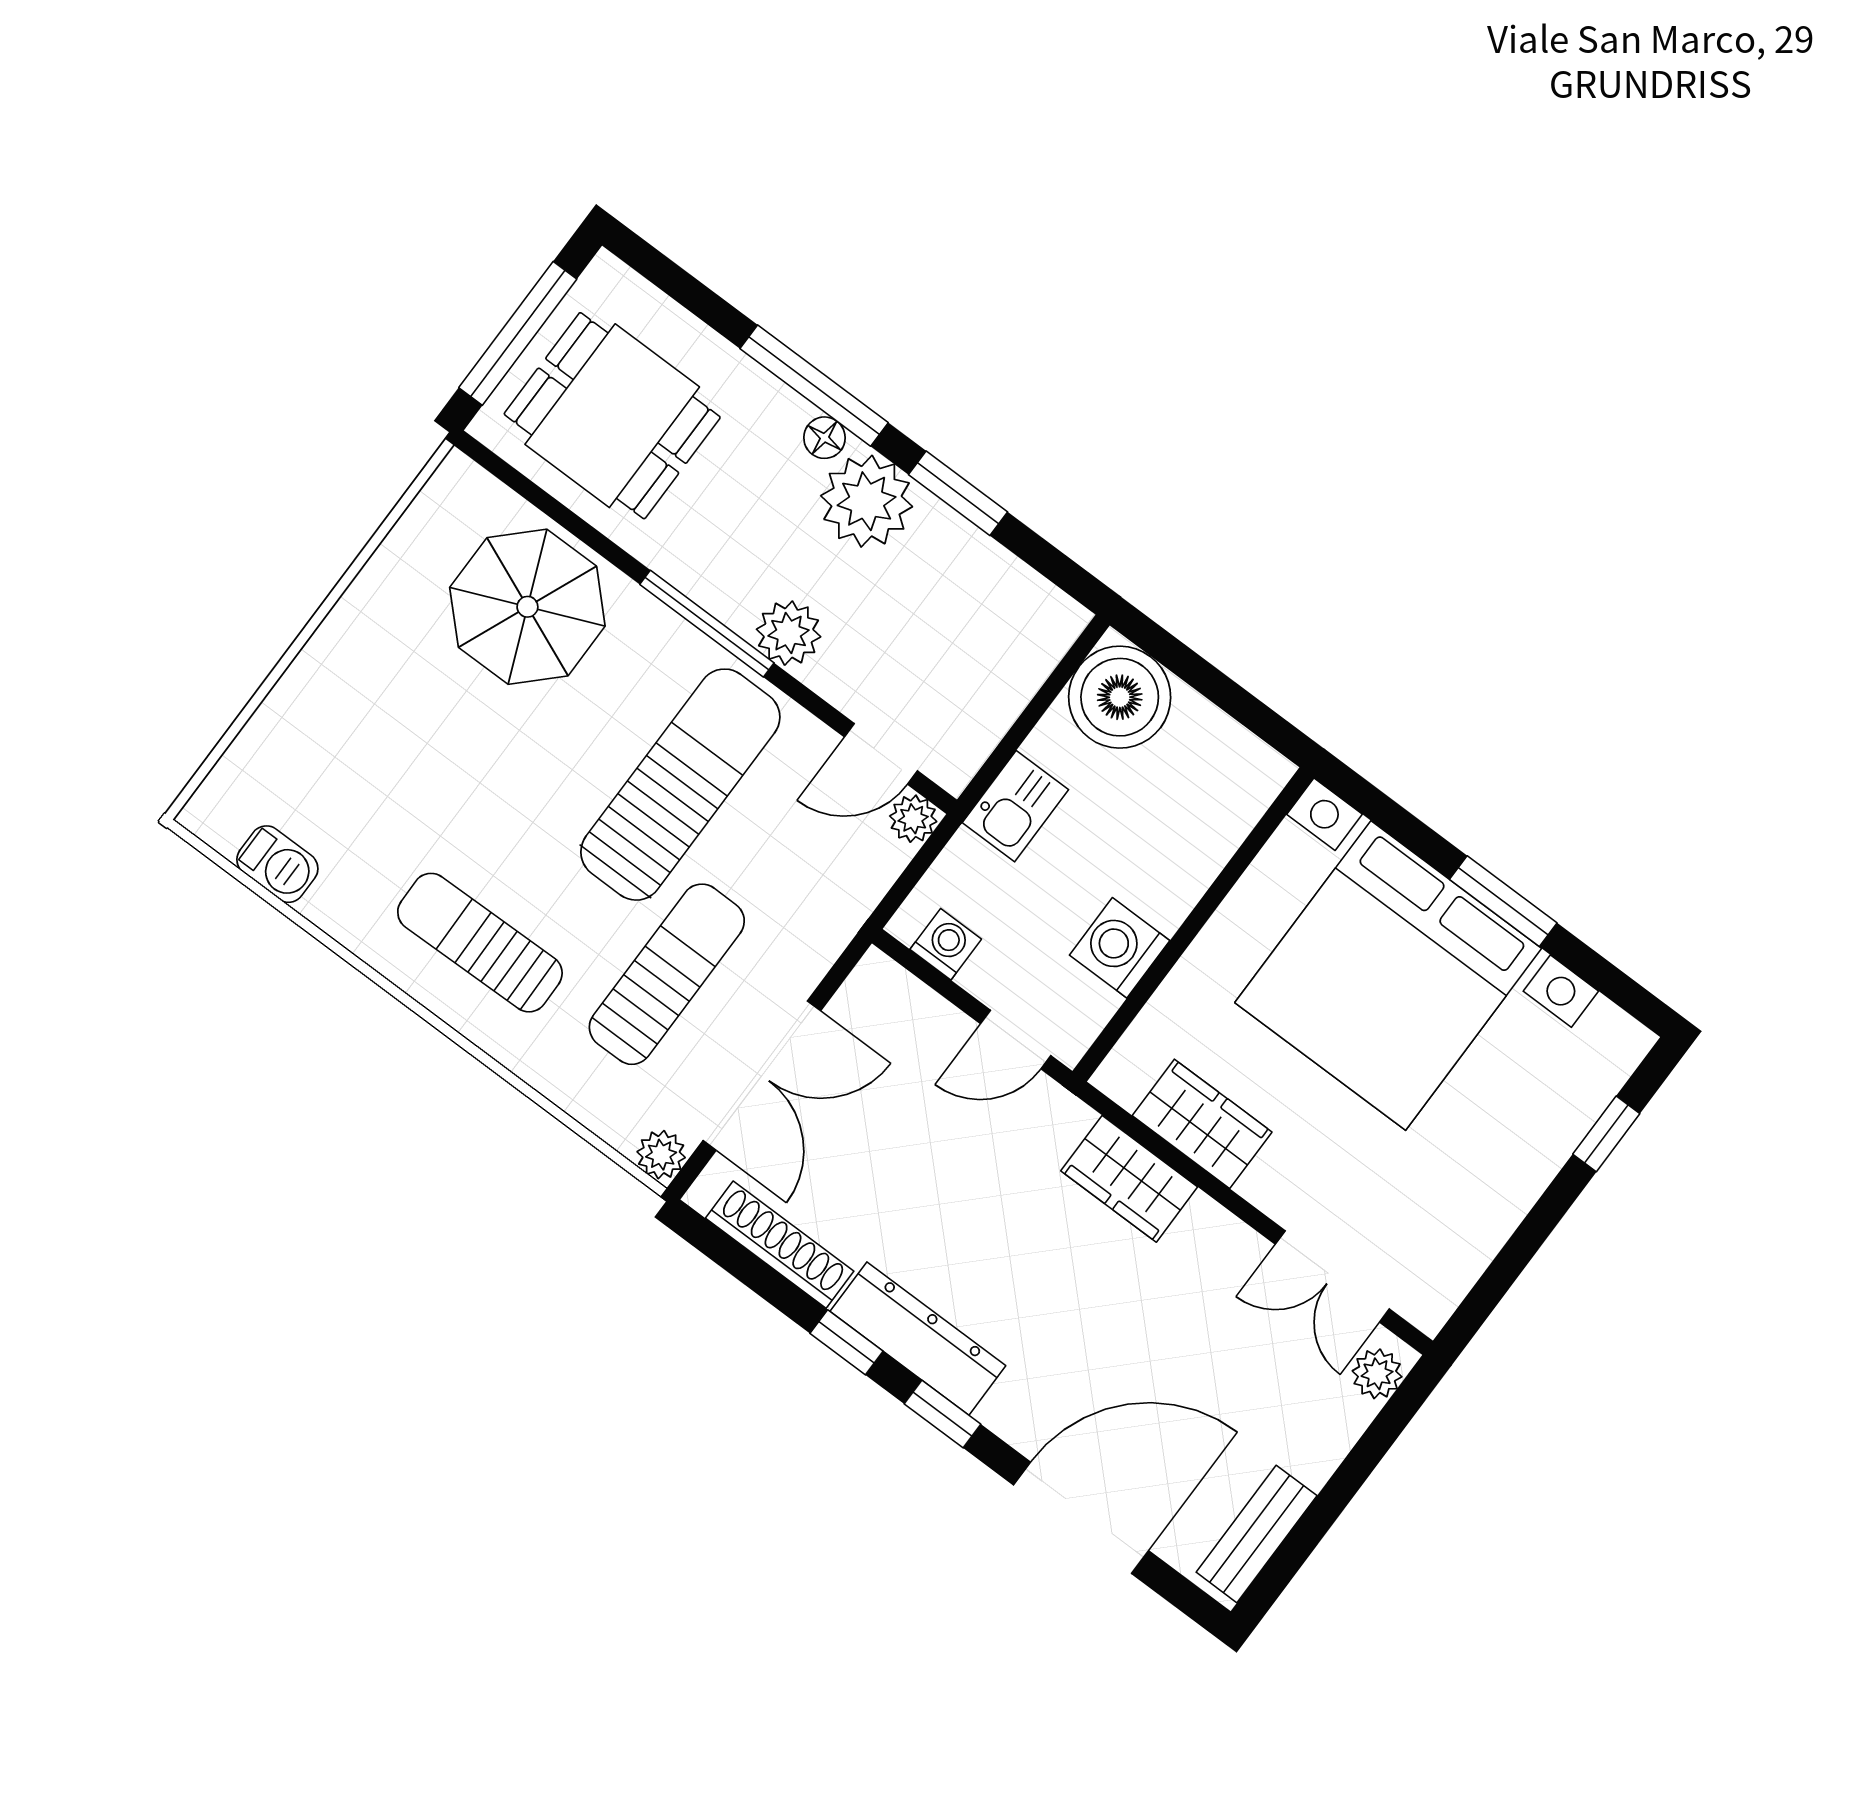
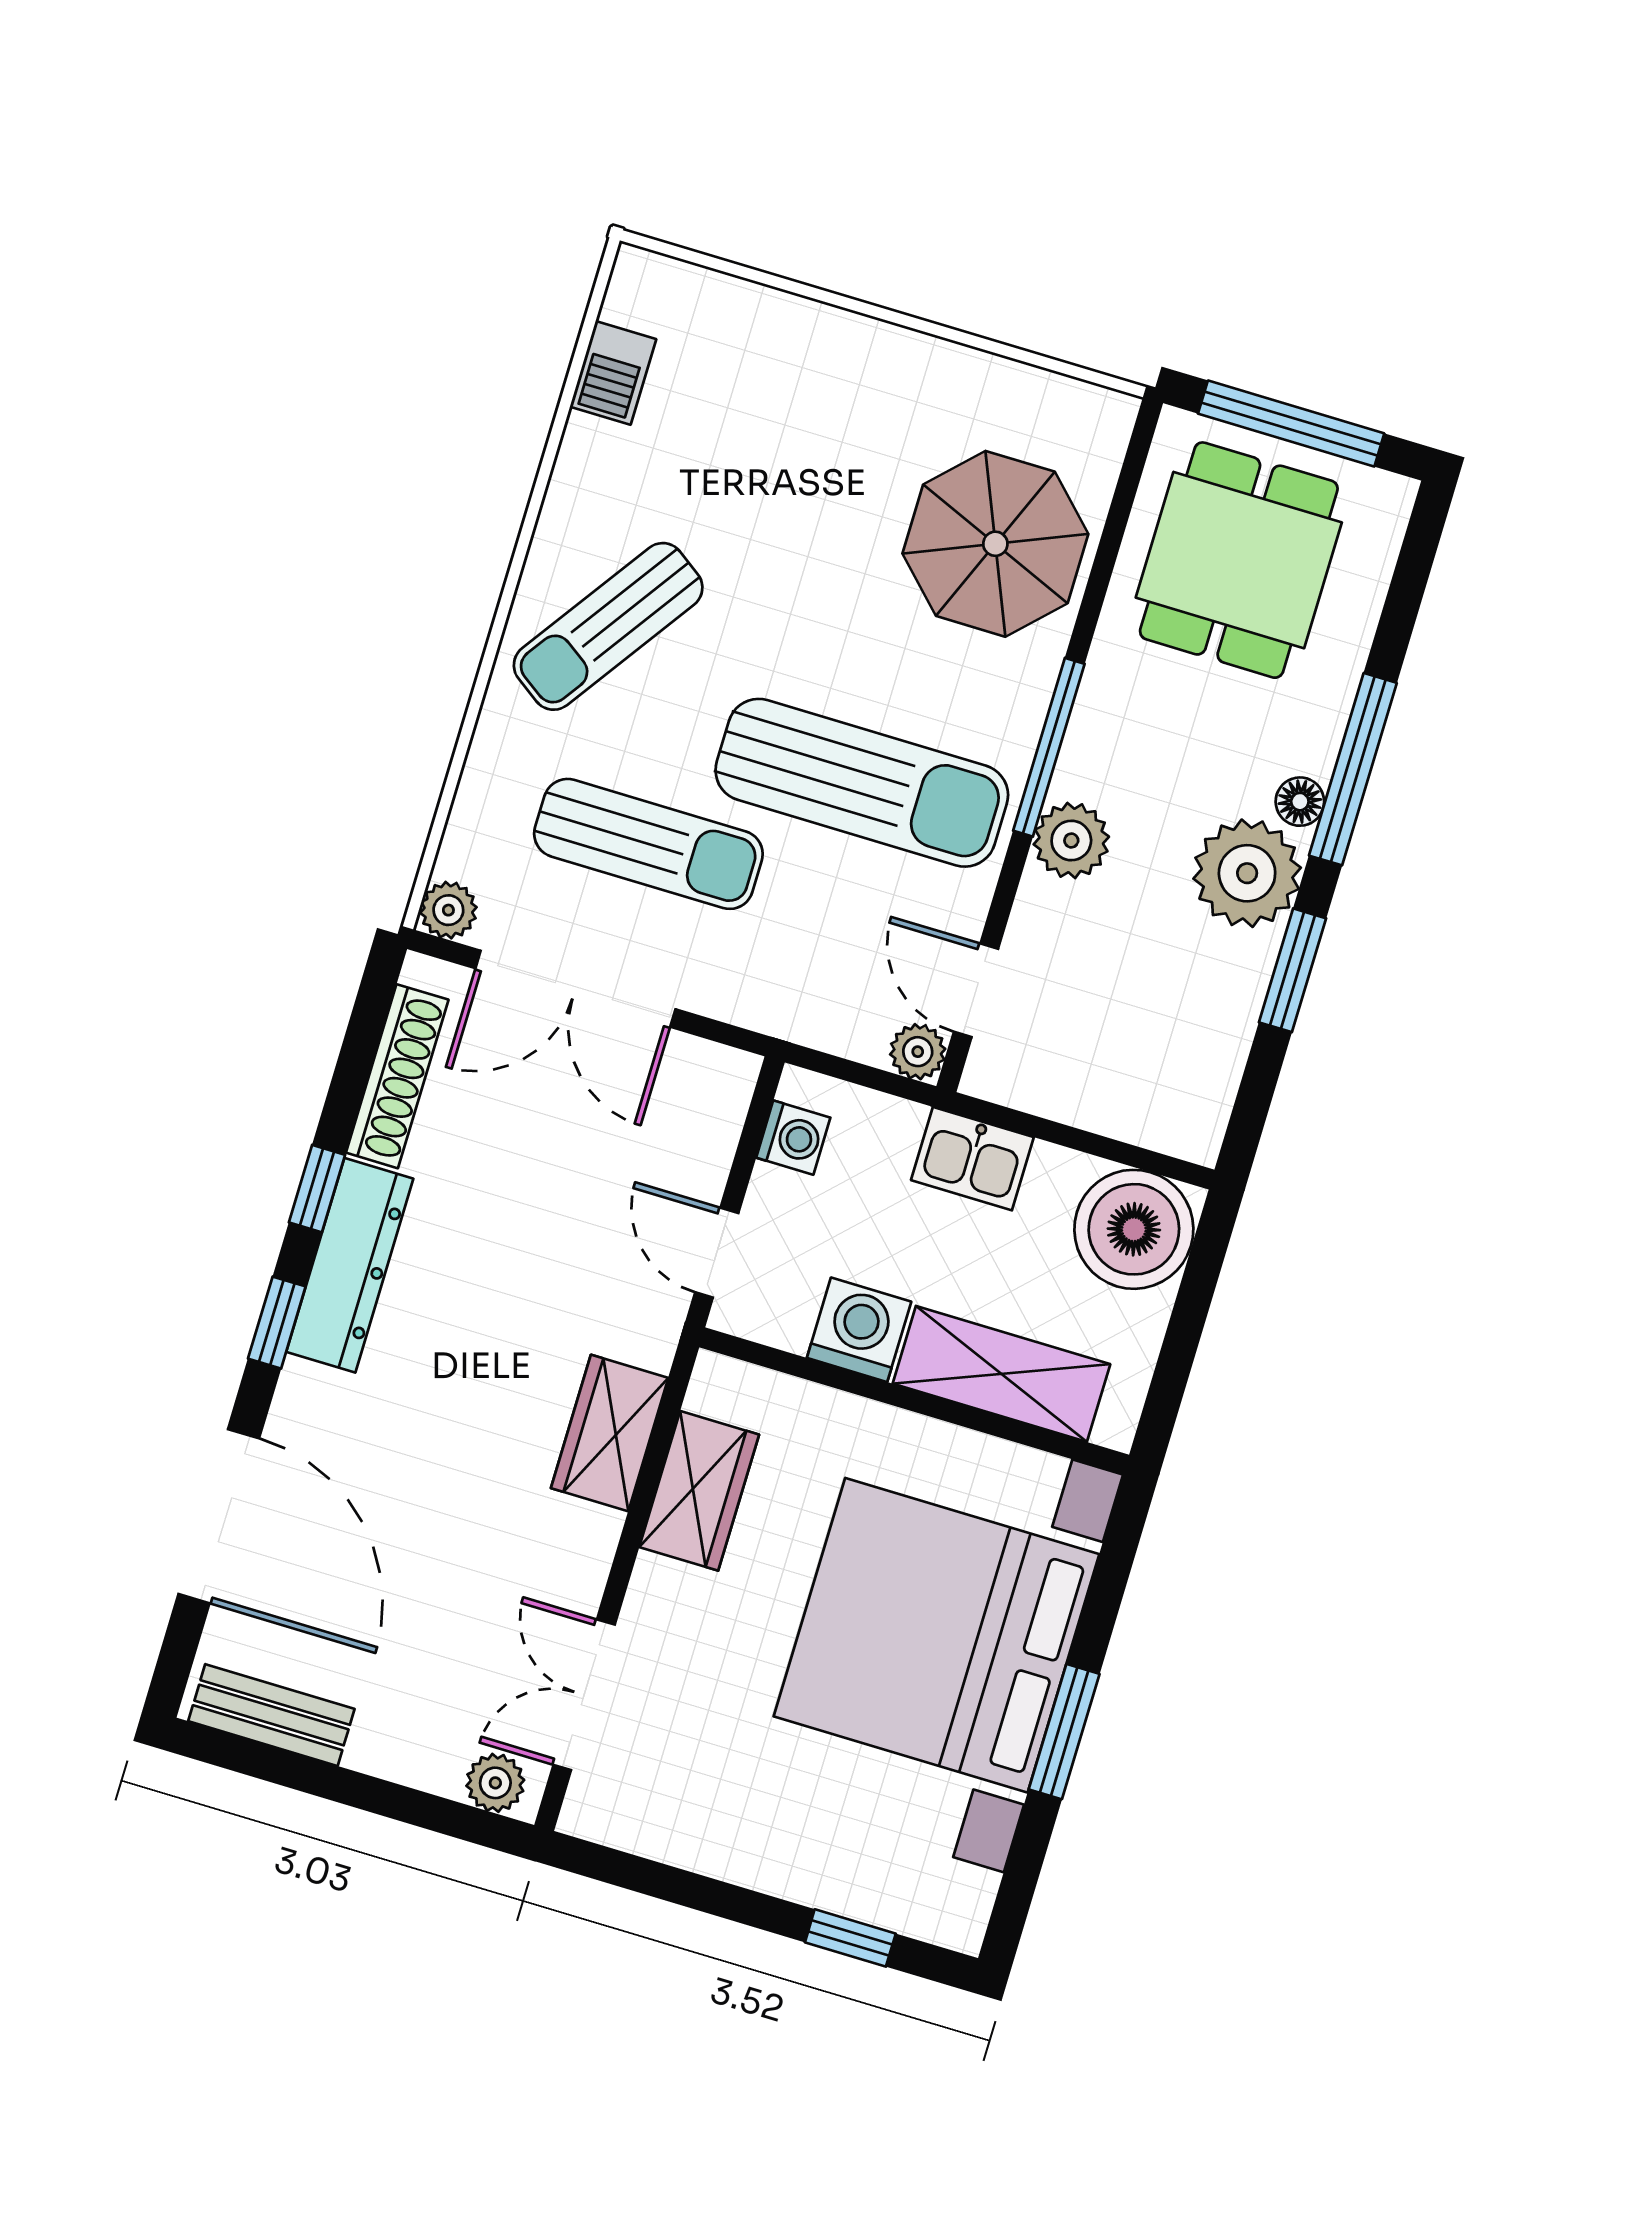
shelving: (1197, 846) -> (1001, 1374), added
sun lounger: (480, 943) -> (608, 626), turned -144

